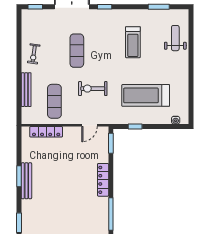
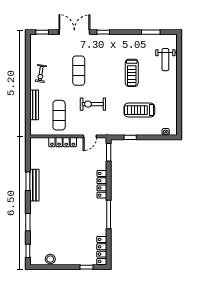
weight bench: (175, 38) -> (165, 60), turned 180
treadmill: (133, 42) -> (132, 73), moved
treadmill: (146, 95) -> (139, 110), width x0.73, depth x0.73
locker: (46, 132) -> (63, 142), moved

